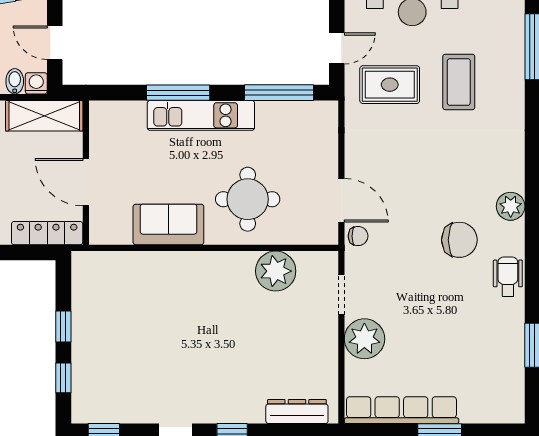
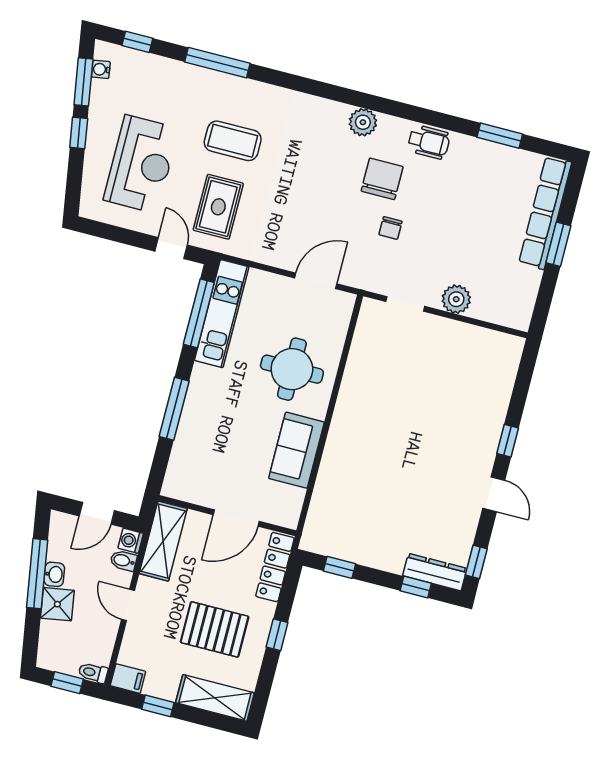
kitchen unit: (201, 115) -> (222, 314), moved
chair: (358, 236) -> (390, 228), moved, turned 180
plant: (276, 271) -> (367, 360), removed
wheelchair: (508, 277) -> (429, 142), turned 180
window: (63, 327) -> (340, 567), moved
plant: (364, 339) -> (456, 299), width x0.73, depth x0.73
row of seats: (401, 410) -> (545, 213), moved
dresser: (297, 412) -> (435, 572), moved, turned 90

